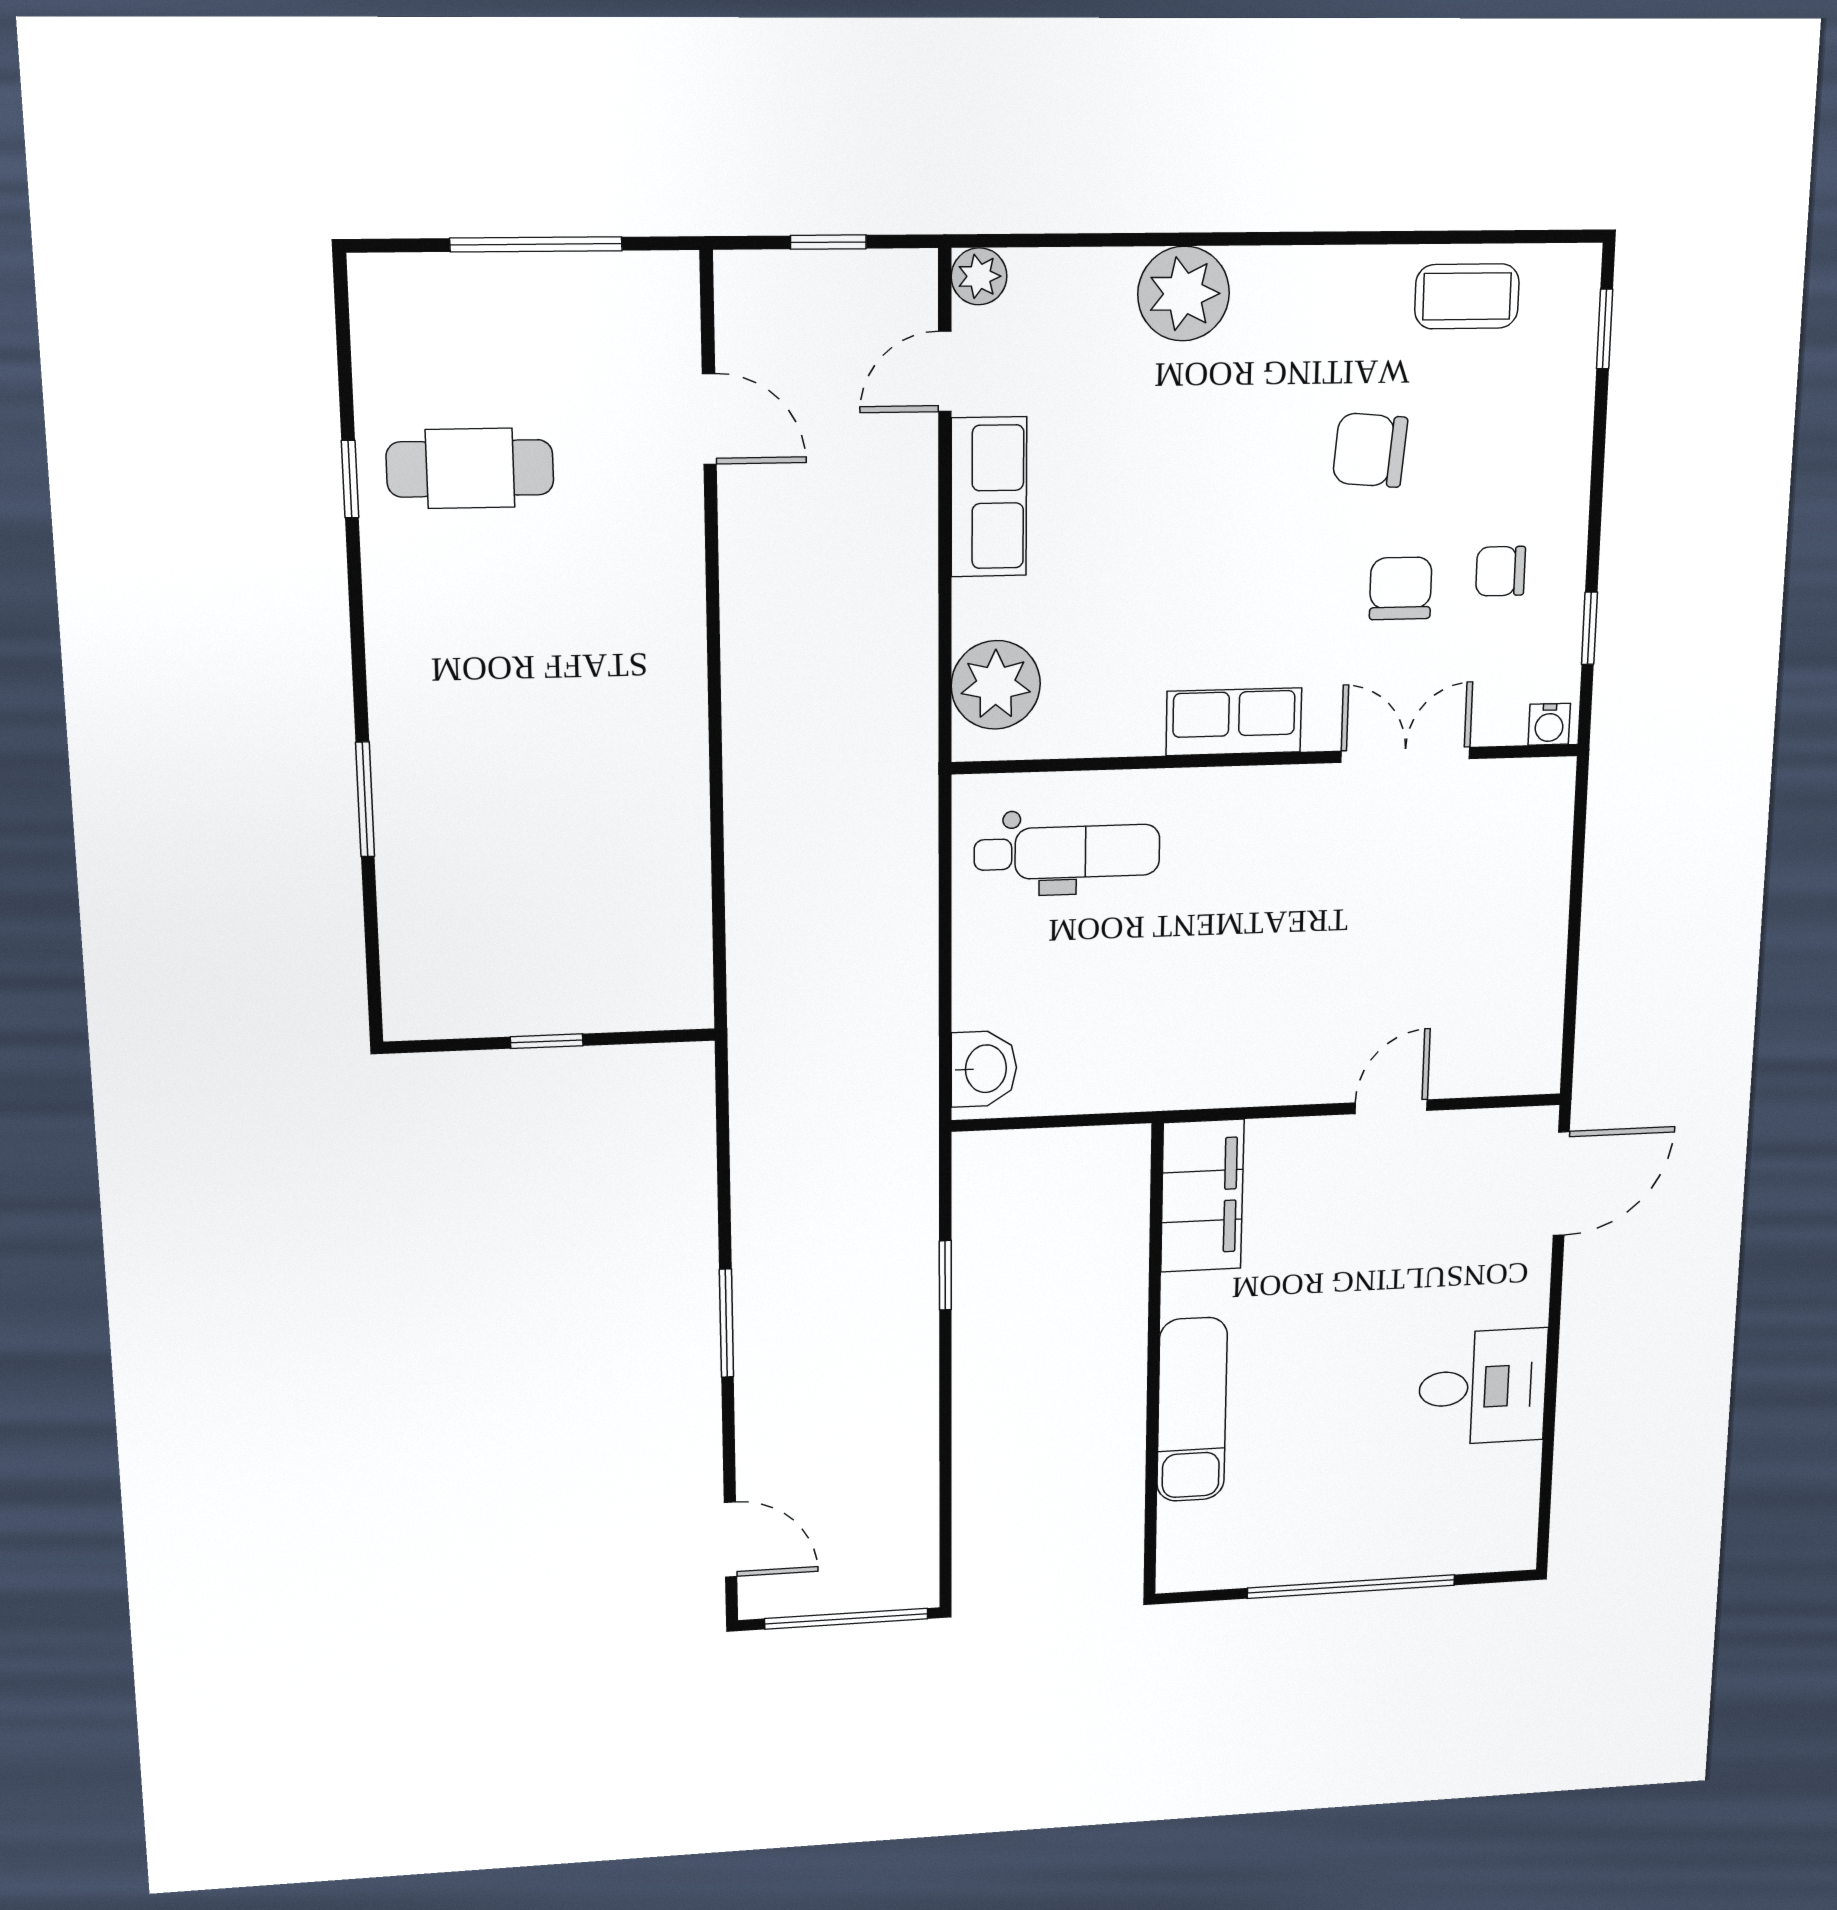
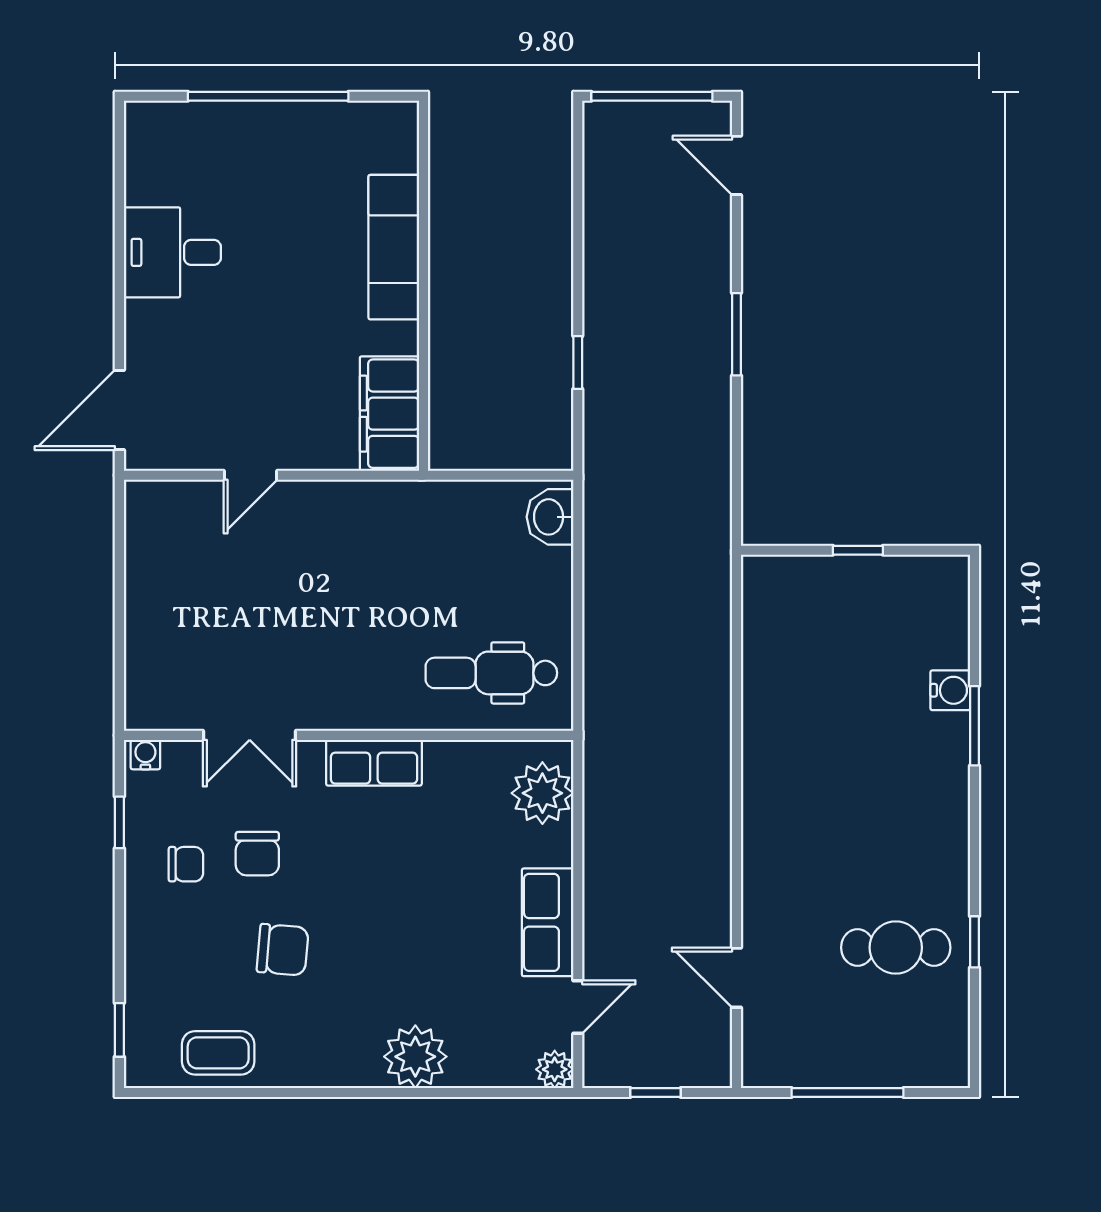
water cooler: (404, 849) -> (950, 690), added

